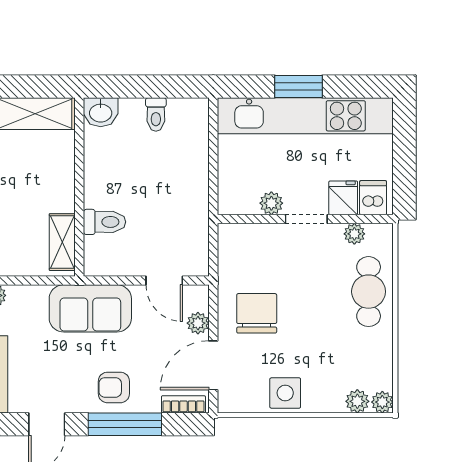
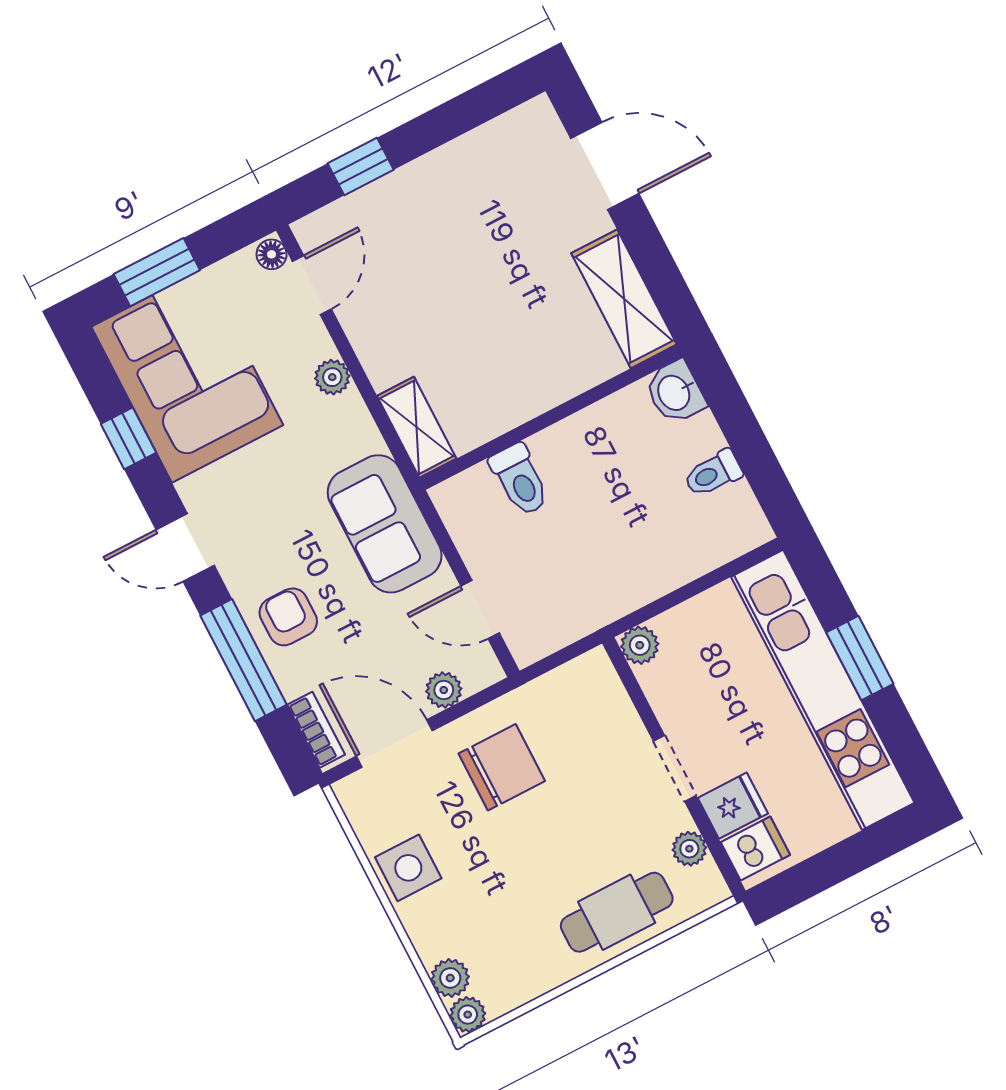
plant: (271, 203) -> (640, 645), moved
shelving: (62, 242) -> (417, 427), moved, turned 90
door: (164, 280) -> (480, 609), hinge flipped

